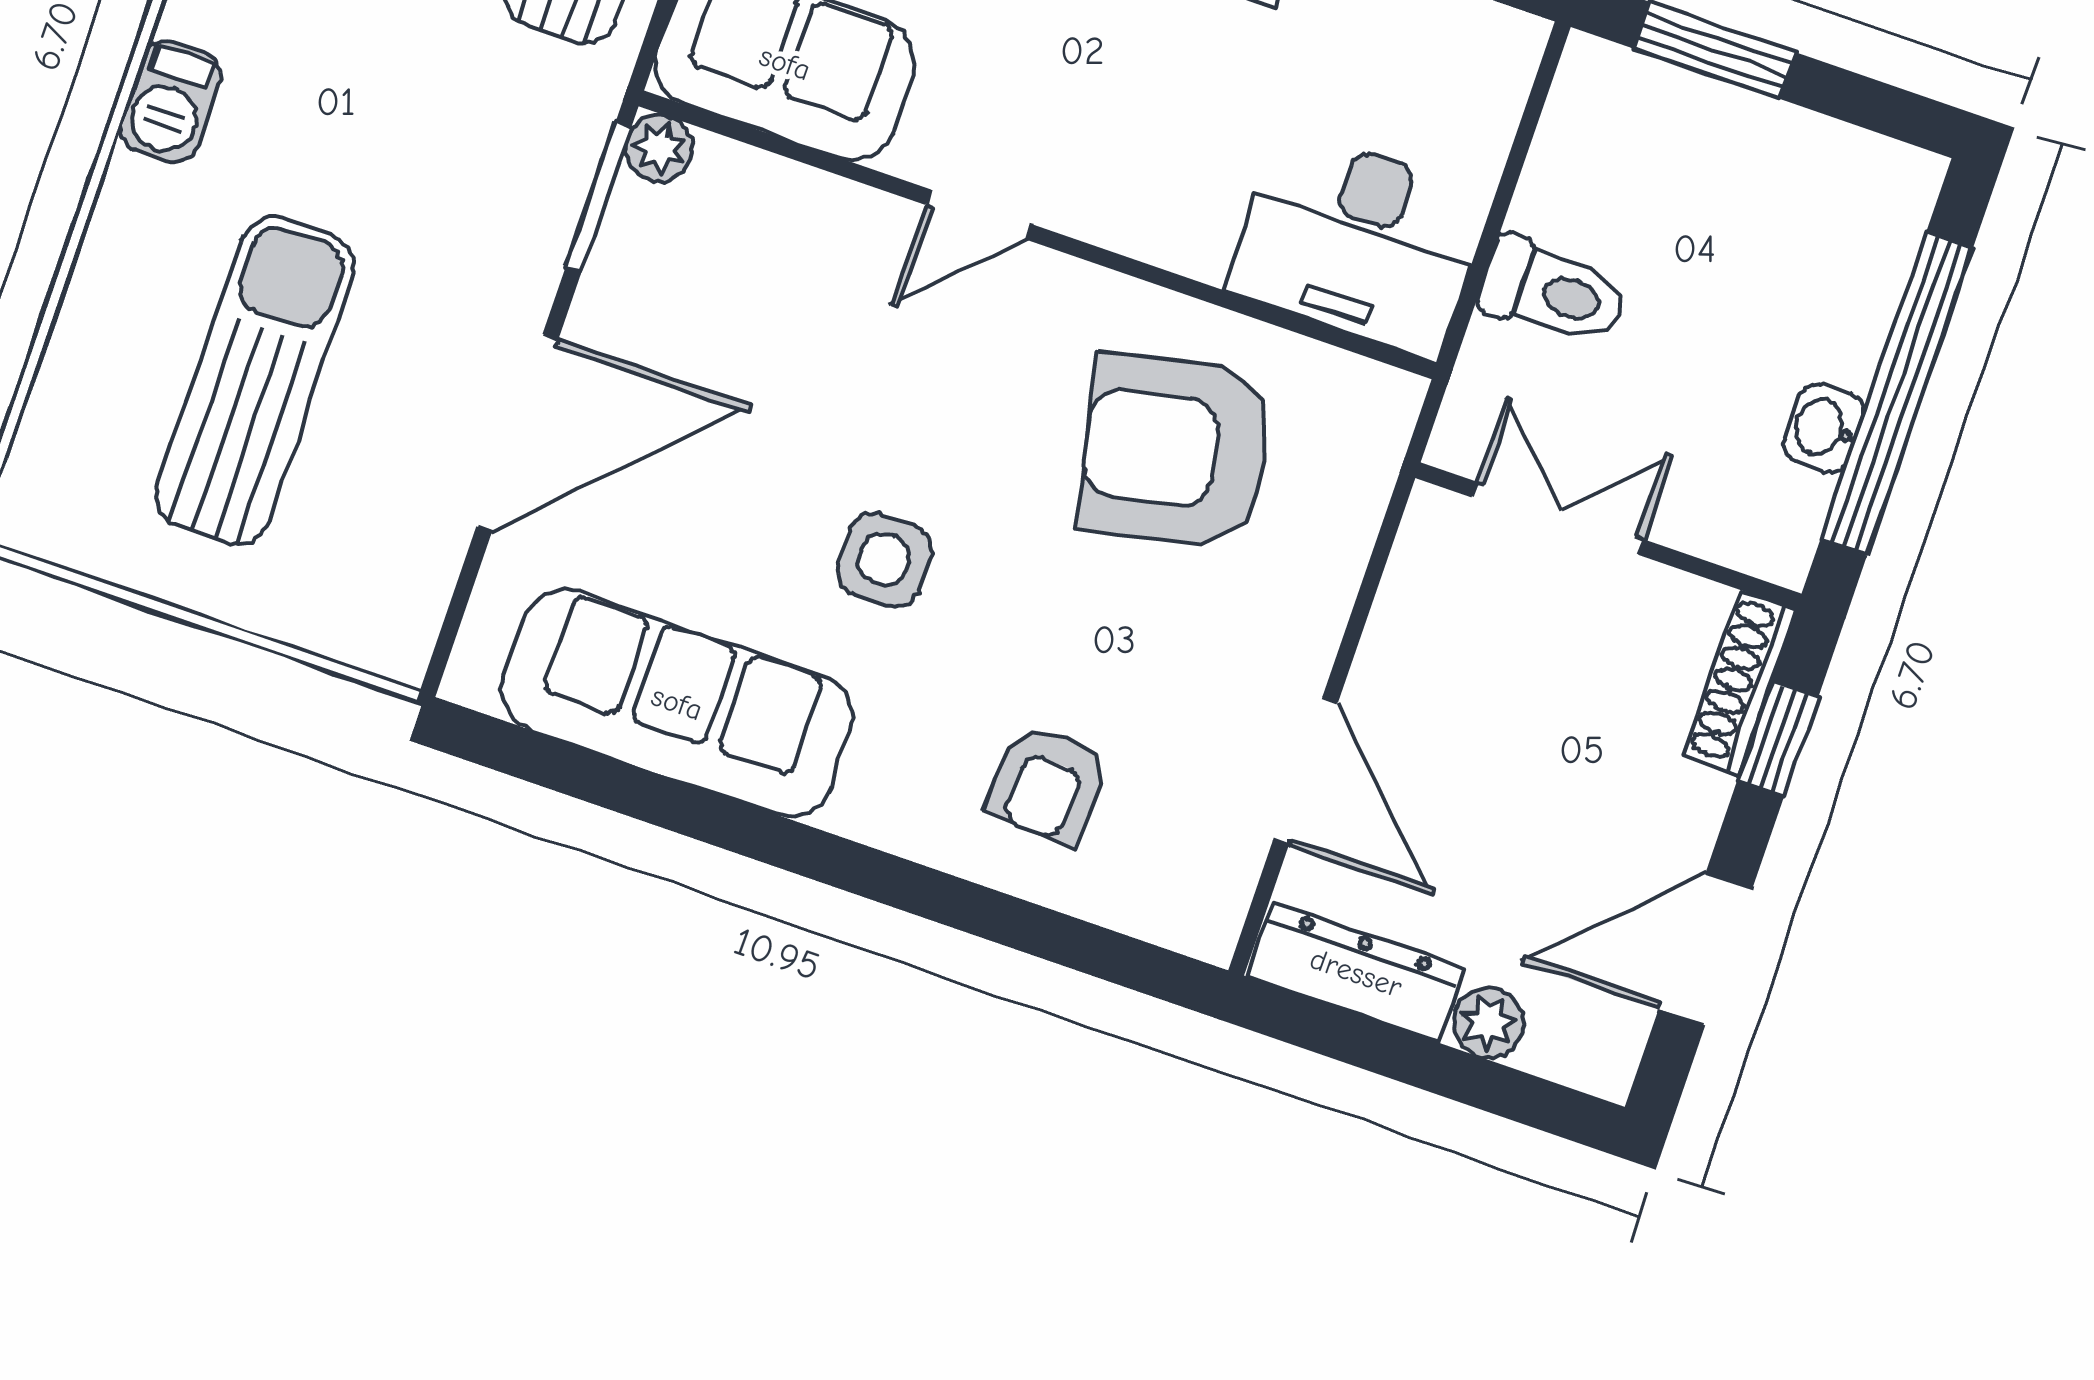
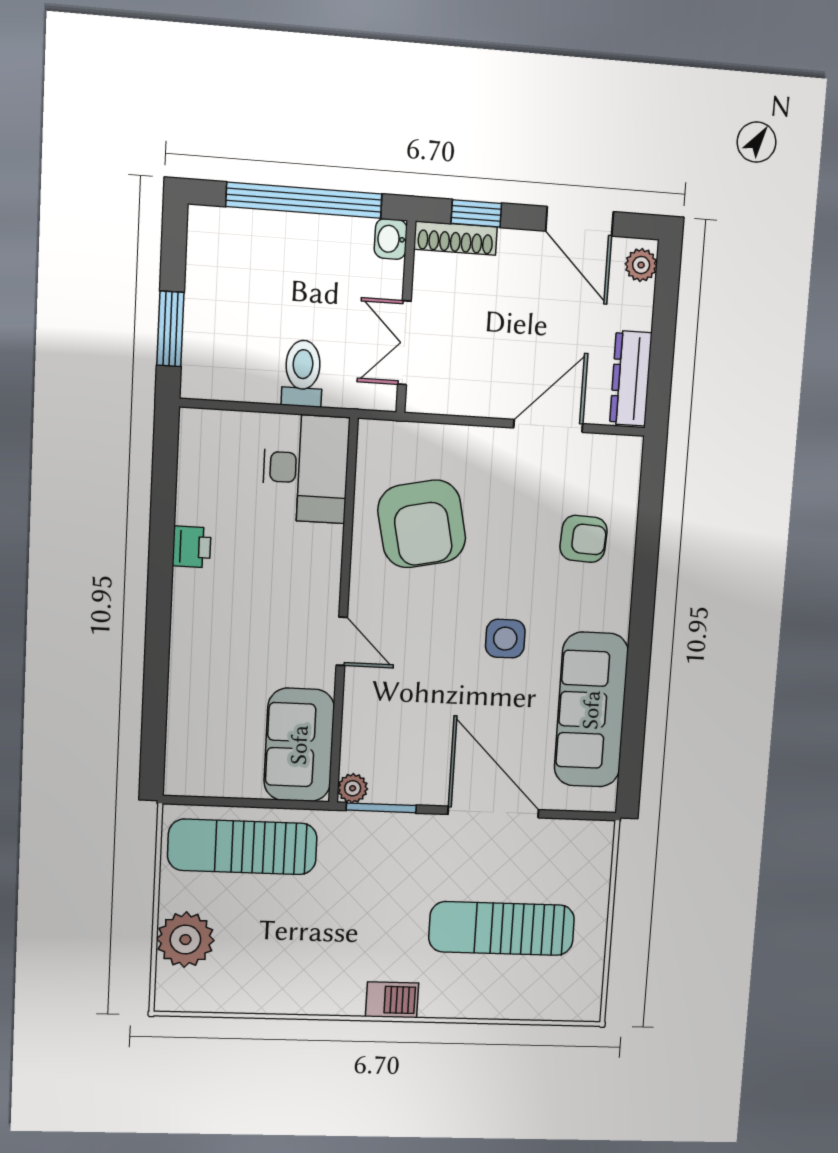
washbasin: (1823, 428) -> (391, 239), moved, turned 90
plant: (1488, 1023) -> (641, 265), moved

